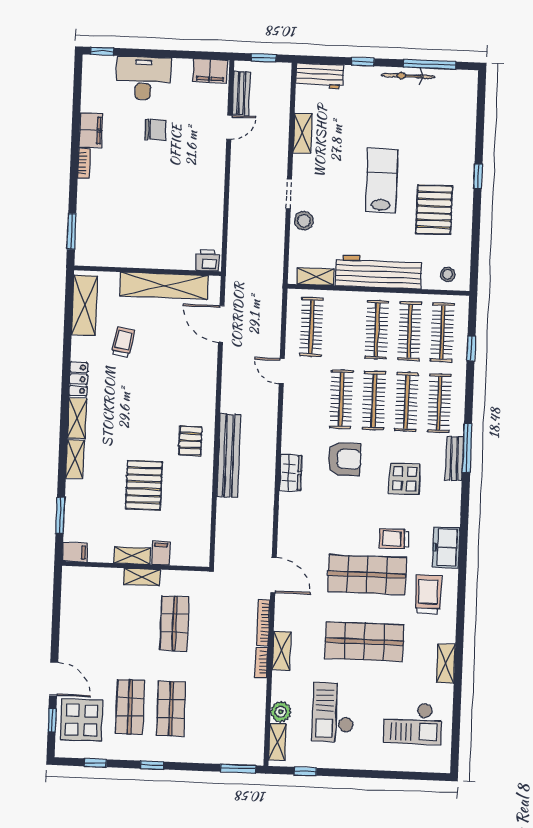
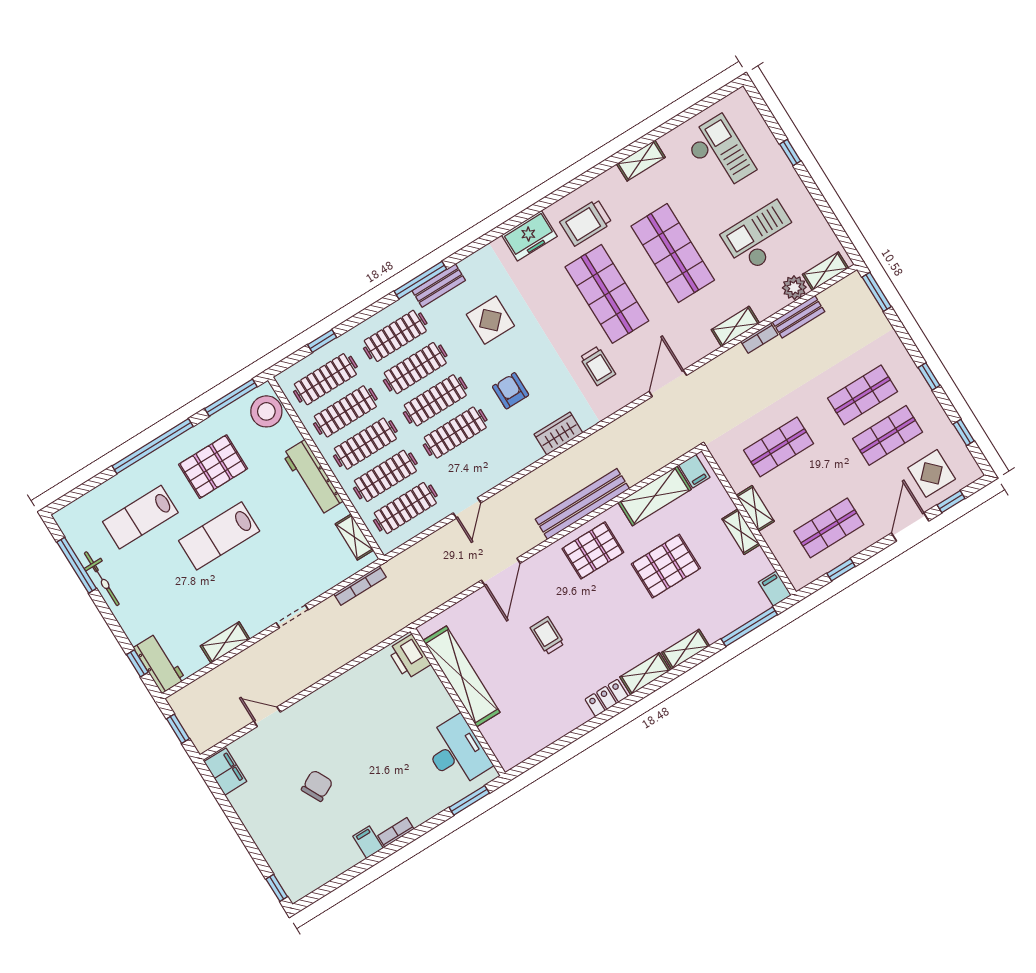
window: (363, 62) -> (137, 663), moved
desk: (143, 78) -> (457, 752), moved, turned 180
bench: (241, 93) -> (799, 317), moved
filing cabinet: (91, 130) -> (368, 842), width x0.50
chair: (156, 130) -> (317, 786), turned 63
lab bench: (433, 133) -> (140, 517), added
window: (478, 176) -> (153, 446), width x3.17
stool: (304, 221) -> (308, 584), removed
window: (475, 256) -> (231, 398), added
printer: (207, 260) -> (409, 657), width x1.36, depth x1.24
workbench: (378, 272) -> (313, 477), width x0.73, depth x0.76
stool: (448, 275) -> (266, 411), width x1.89, depth x1.89
shelving: (84, 305) -> (655, 496), moved
door: (221, 324) -> (501, 572), moved
clothes rail: (344, 328) -> (385, 476), added
trolley: (123, 342) -> (547, 636), moved, turned 80
pallet: (190, 441) -> (593, 550), width x1.50, depth x1.42
armchair: (344, 459) -> (511, 391), width x0.72, depth x0.72
window: (60, 516) -> (749, 627), width x1.44
trolley: (394, 539) -> (598, 366), moved
filing cabinet: (161, 553) -> (694, 471), moved, turned -90
window: (56, 609) -> (841, 570), added
shop shelf: (92, 620) -> (829, 528), added
bookcase: (263, 623) -> (360, 585), moved
checkout: (333, 712) -> (761, 237), turned 180
display table: (82, 720) -> (932, 473), width x0.73, depth x0.73
window: (305, 771) -> (790, 153), moved

